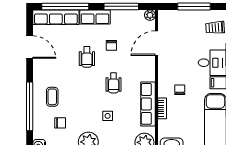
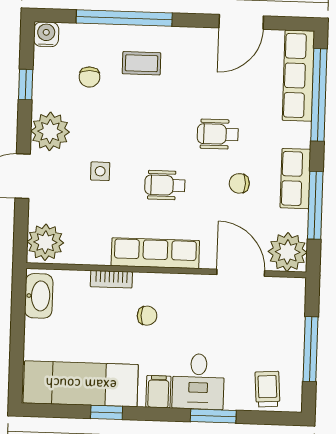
plant: (150, 15) -> (288, 252), width x1.88, depth x1.88
row of seats: (95, 17) -> (295, 179), moved
row of seats: (148, 104) -> (155, 253), moved

